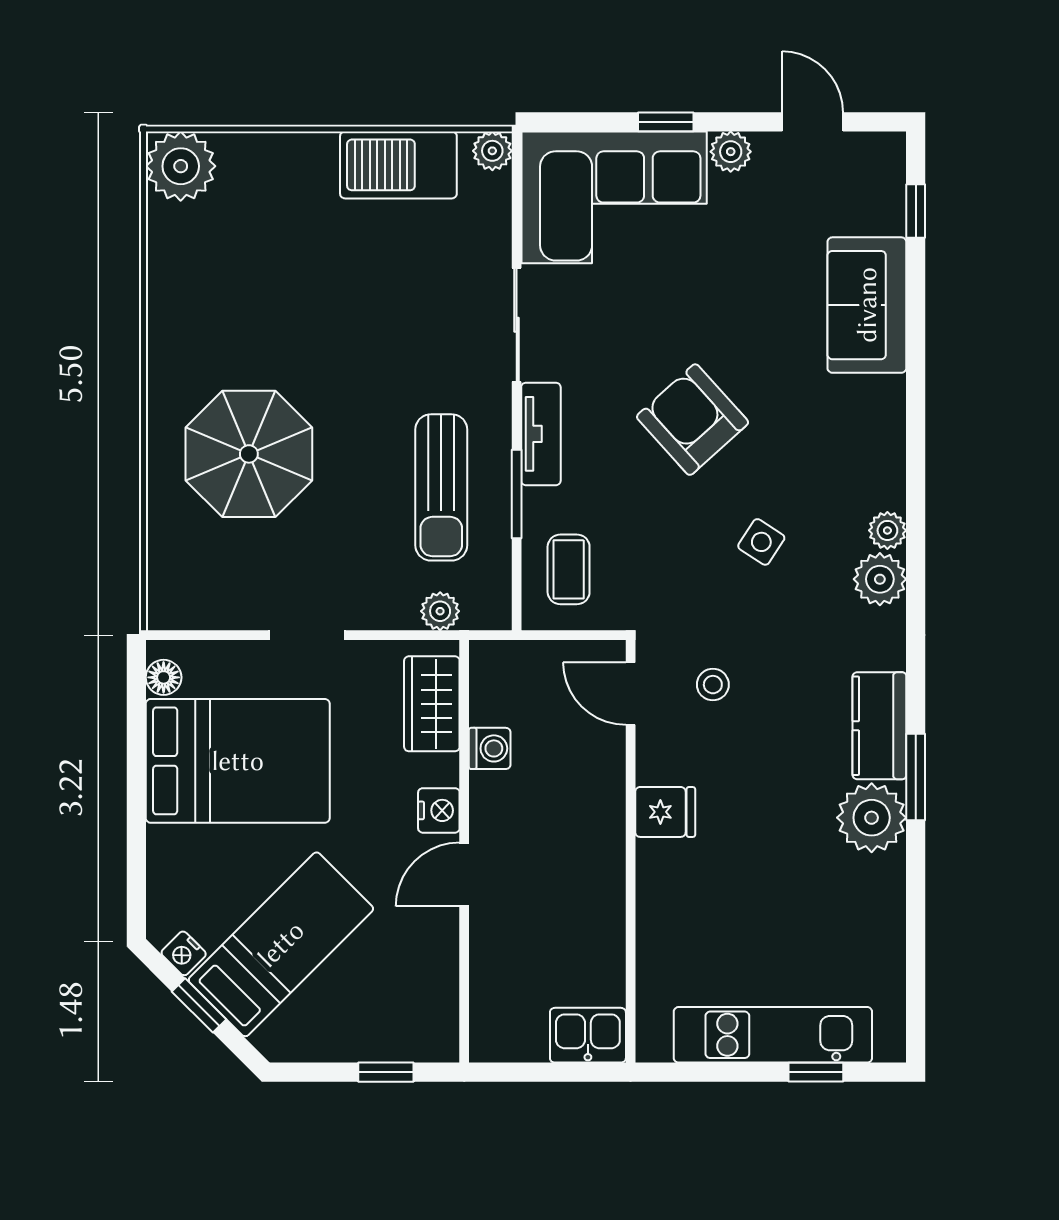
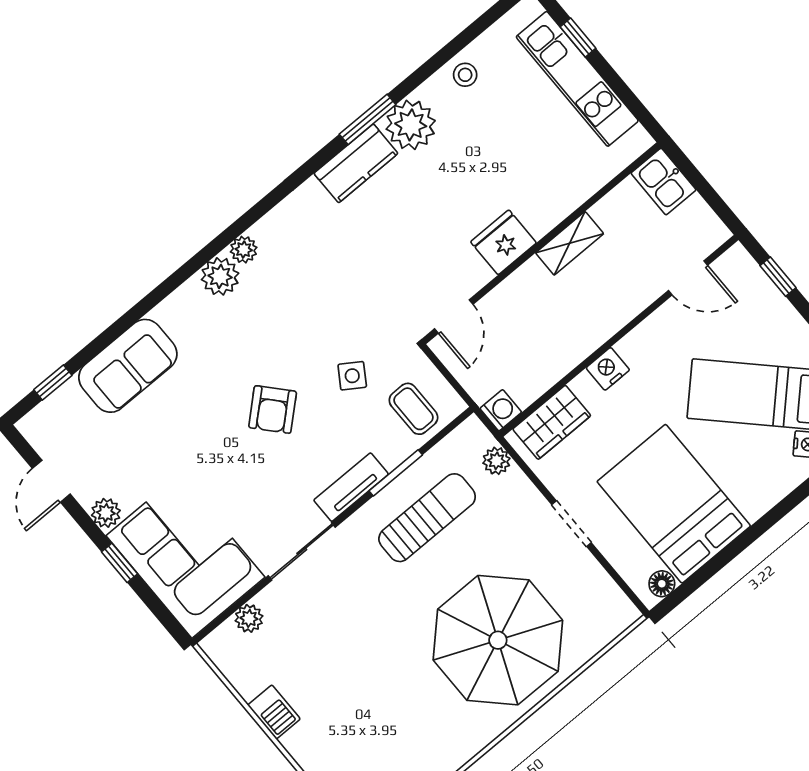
plant: (492, 151) -> (249, 618), moved
barbecue: (398, 165) -> (274, 712), width x0.53, depth x0.65
armchair: (693, 420) -> (273, 410), width x0.72, depth x0.72
parasol: (249, 454) -> (498, 640), width x1.36, depth x1.36
side table: (761, 542) -> (352, 376), moved
coffee table: (569, 569) -> (413, 409), turned 90
plant: (880, 579) -> (220, 276), moved
stool: (713, 685) -> (465, 75), moved
washing machine: (490, 748) -> (501, 410), moved, turned 90
fridge: (665, 812) -> (503, 242), width x1.38
door: (464, 875) -> (688, 278), moved
shelving: (606, 881) -> (570, 243), added

